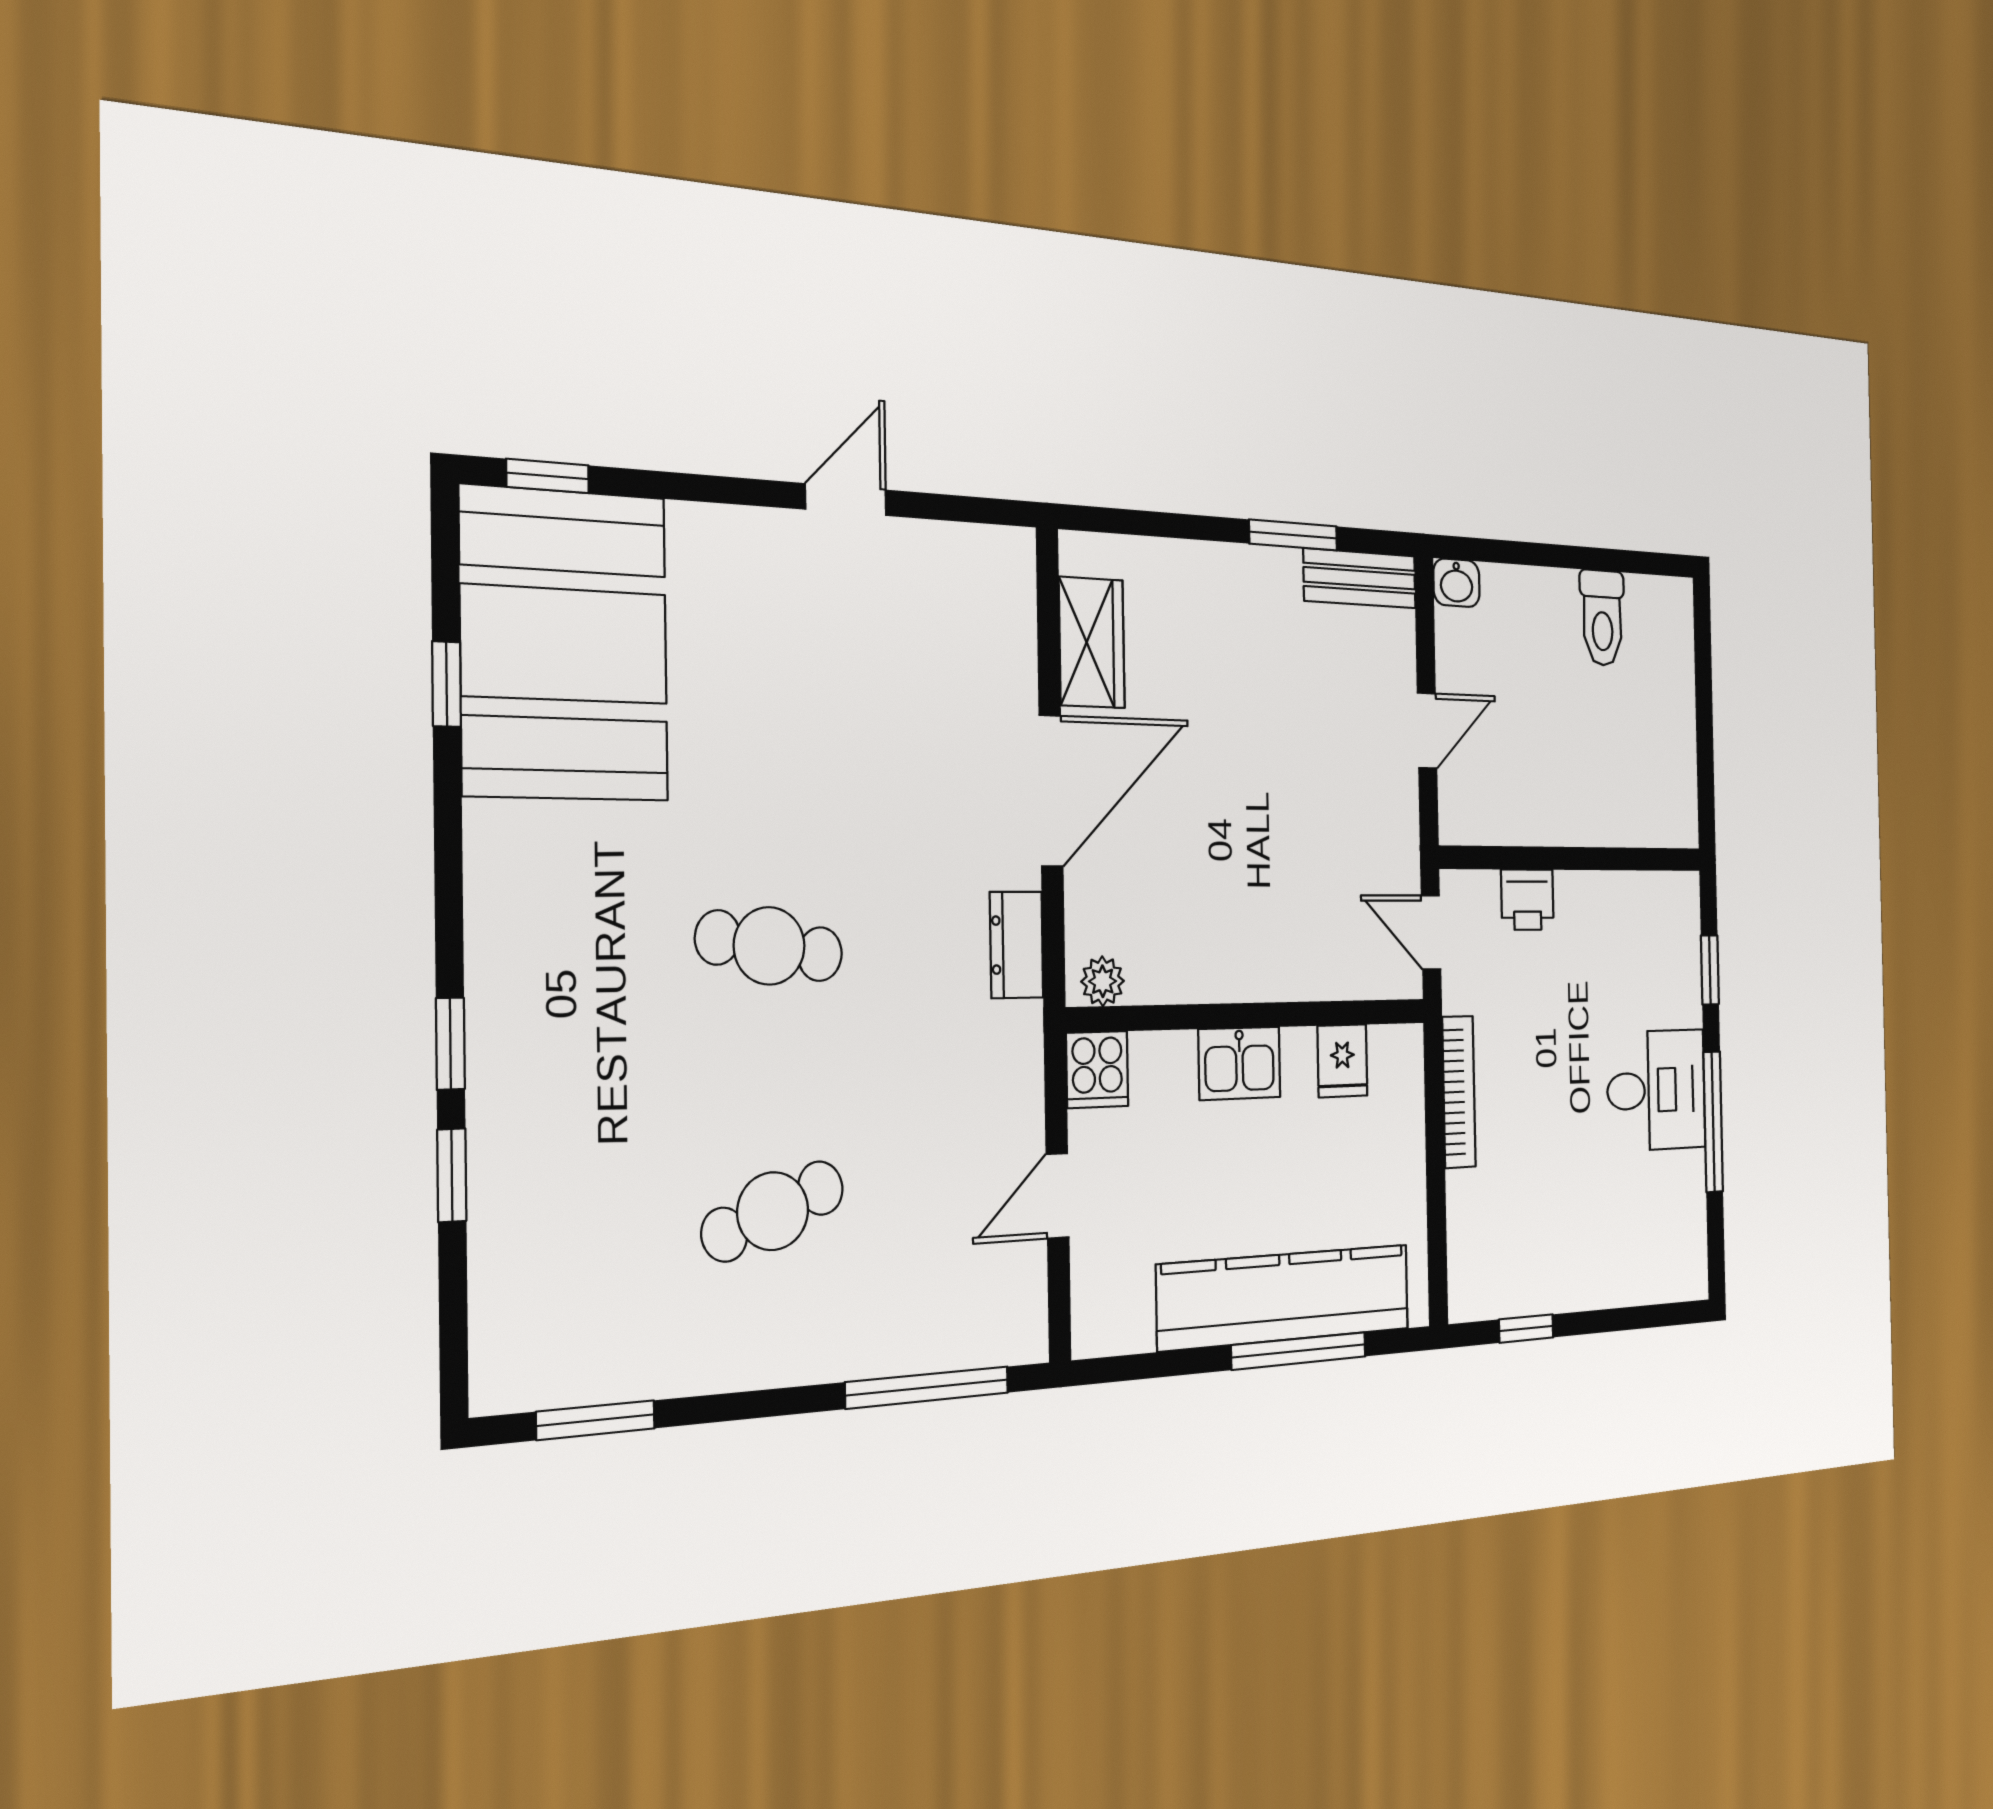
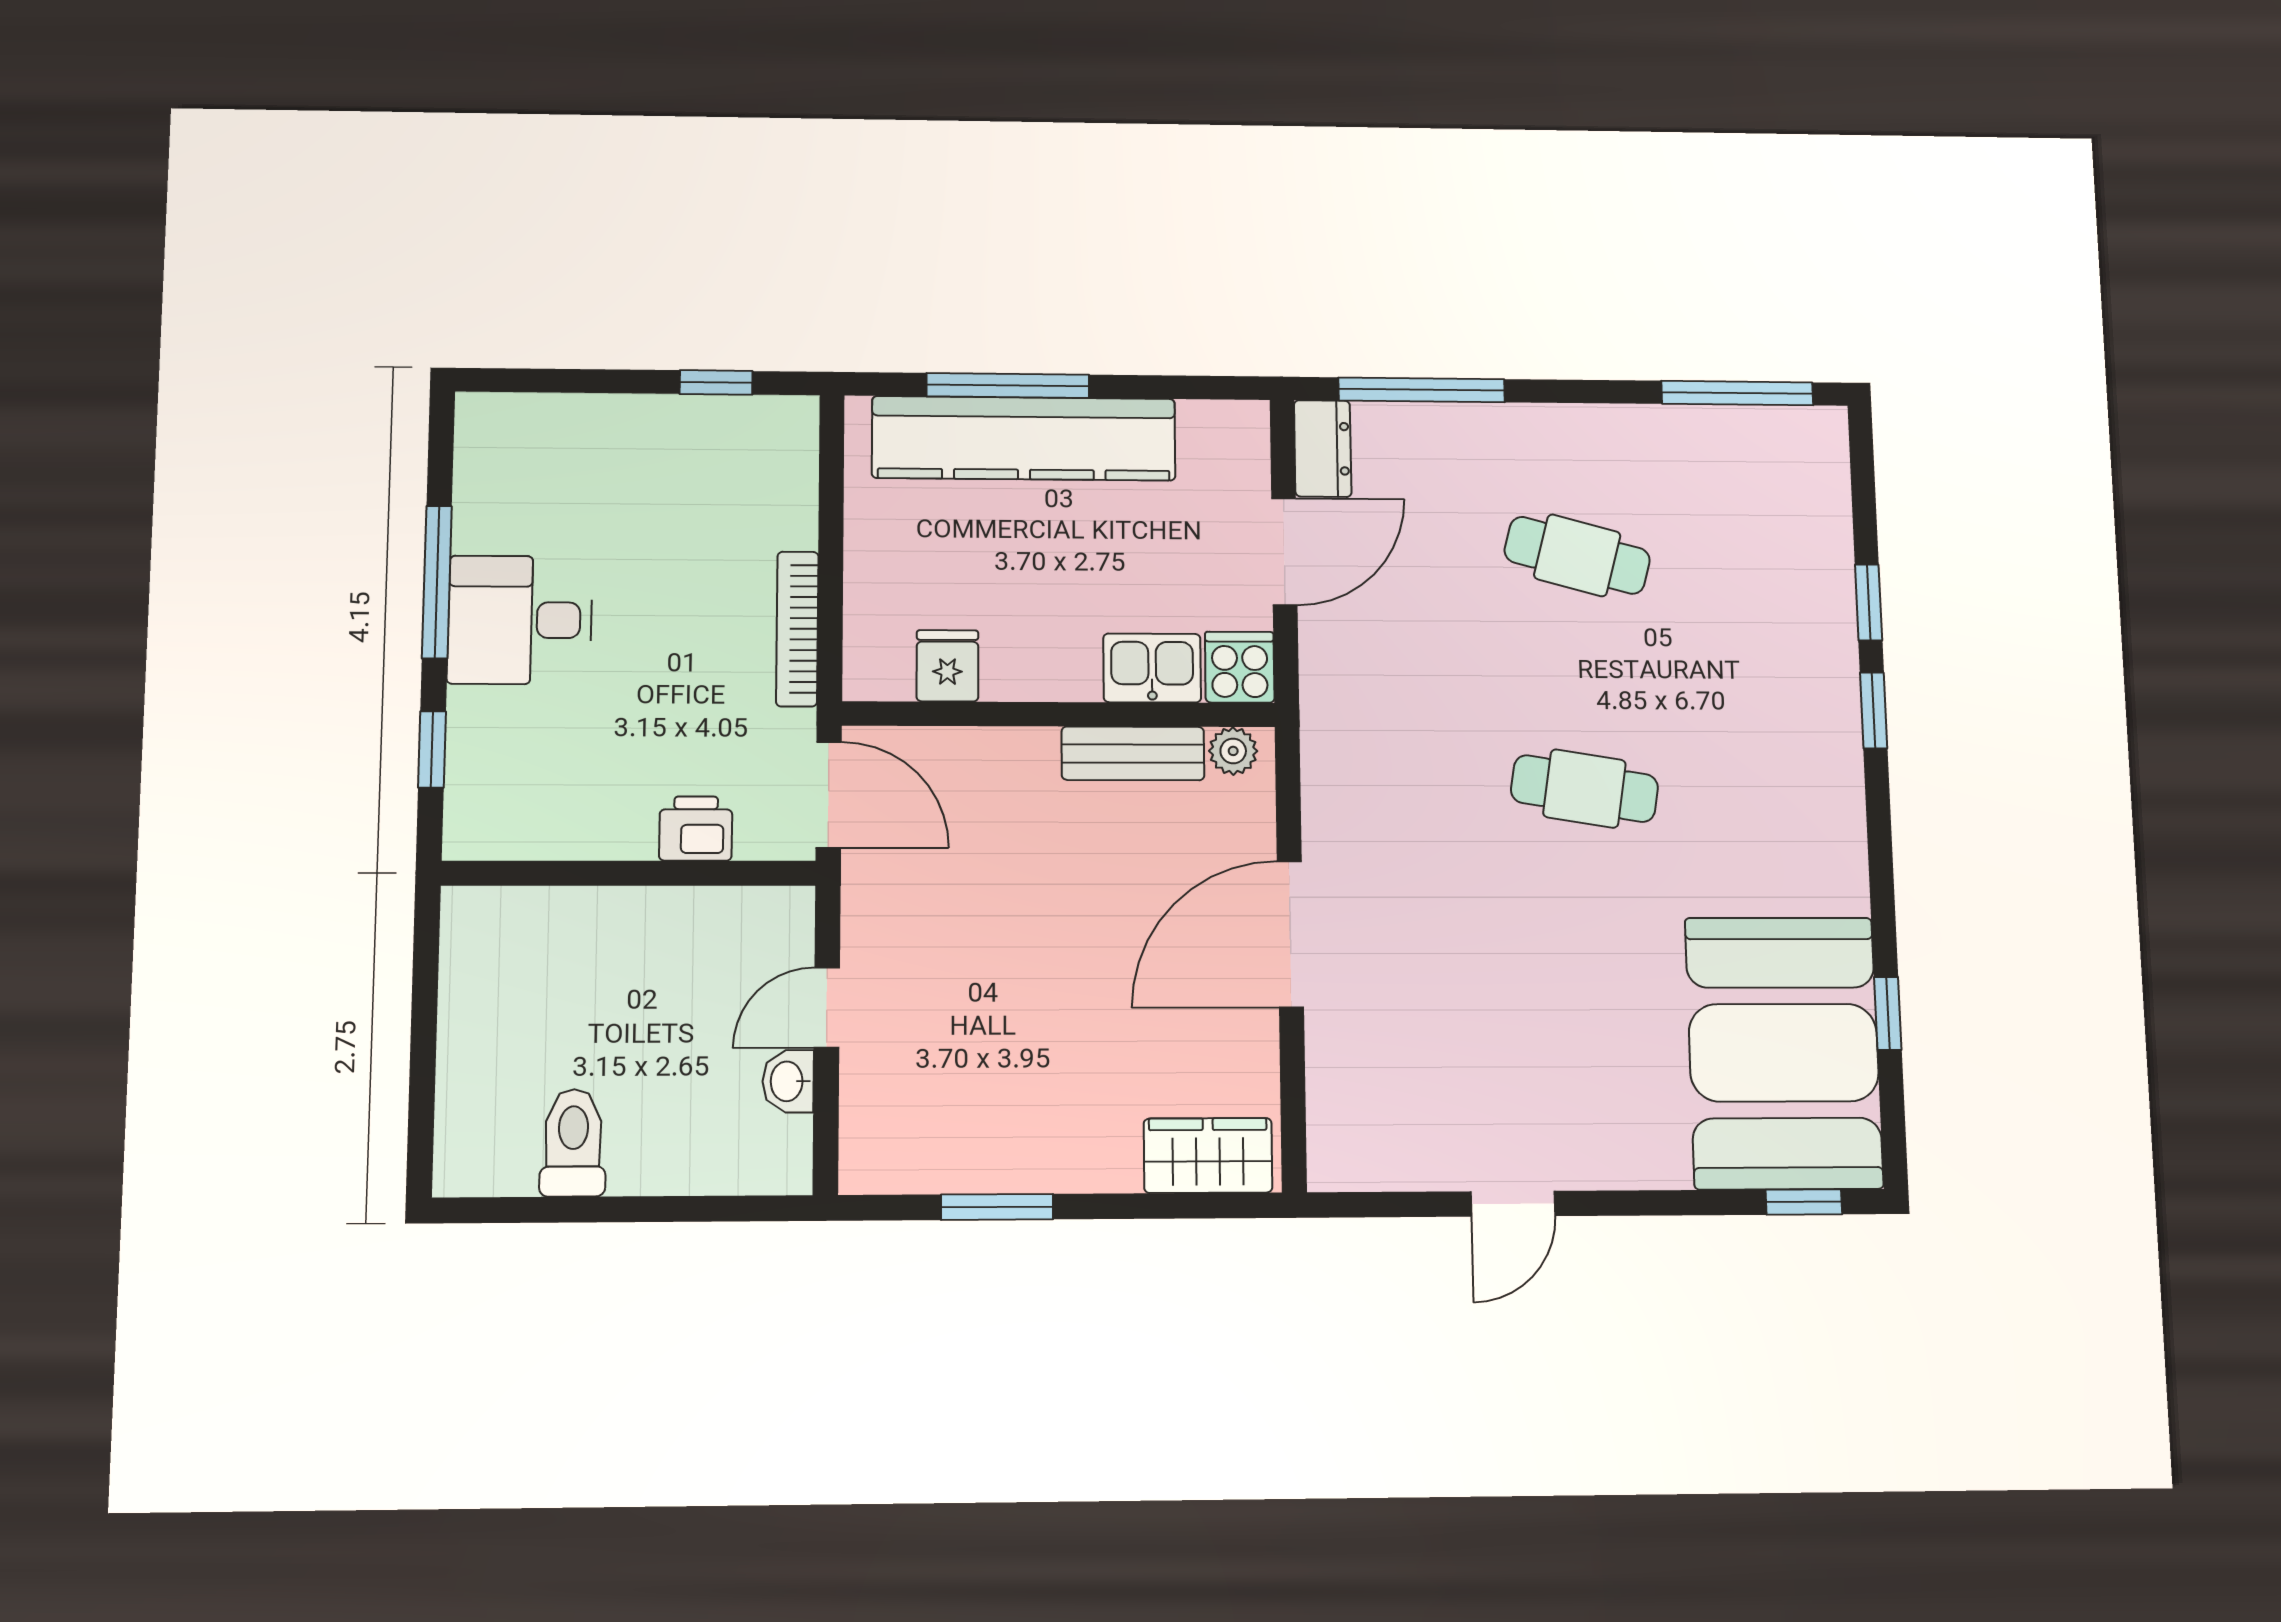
bench: (1360, 578) -> (1133, 753), moved
washbasin: (1457, 583) -> (788, 1081), moved, turned -90
wardrobe: (1092, 643) -> (1208, 1155), moved, turned 90
door: (1431, 932) -> (829, 795), width x1.38
dresser: (1017, 945) -> (1323, 449), moved
kitchen sink: (1240, 1063) -> (1152, 668), moved
door: (1058, 1196) -> (1284, 552), width x1.38
cafe table: (773, 1211) -> (1577, 555), turned 36
window: (596, 1420) -> (1737, 393), width x1.44

